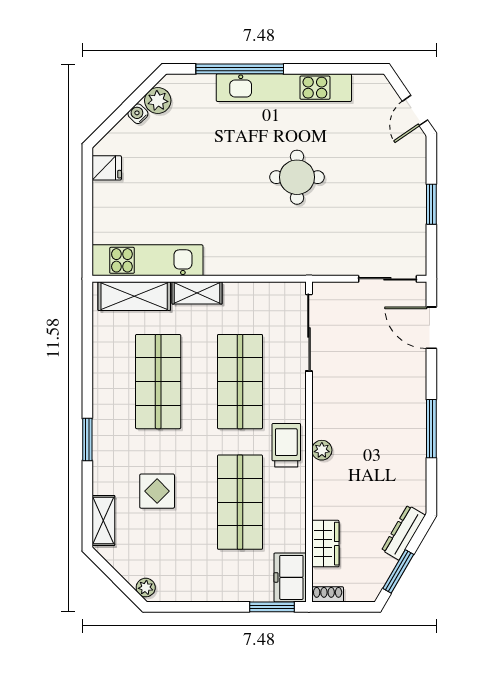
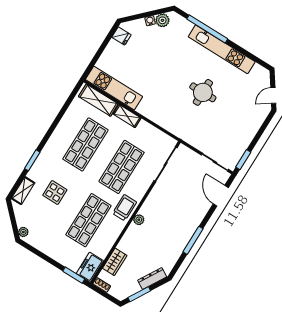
window: (431, 204) -> (243, 160), moved
window: (87, 440) -> (32, 160), moved

